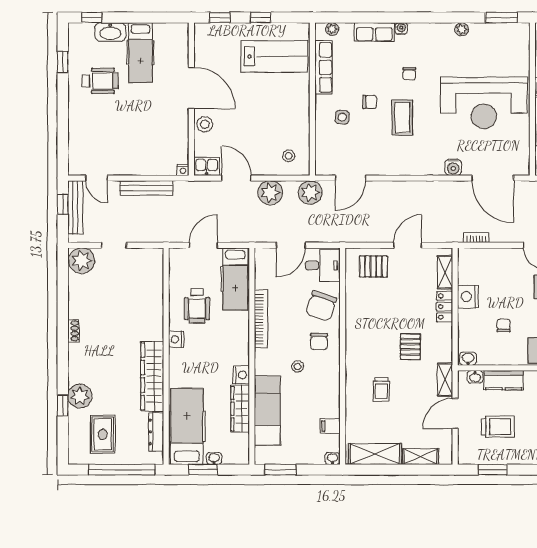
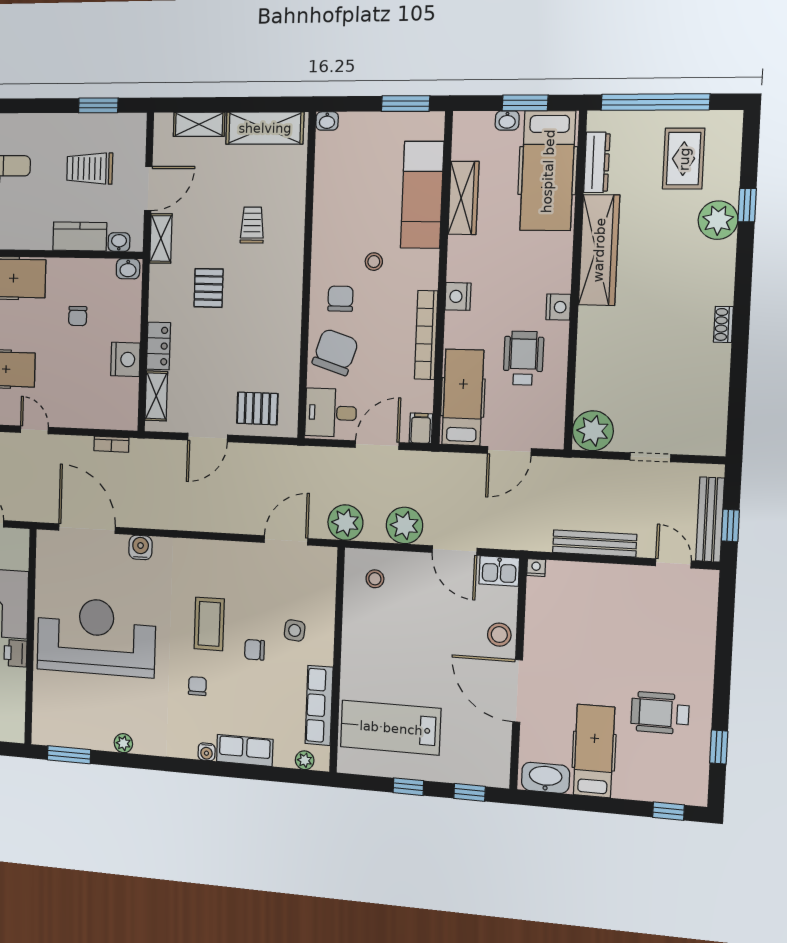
washbasin: (110, 32) -> (545, 778), moved
plant: (82, 261) -> (593, 431), moved
nightstand: (241, 375) -> (458, 296), moved
filing cabinet: (330, 426) -> (421, 428), moved, turned -90

